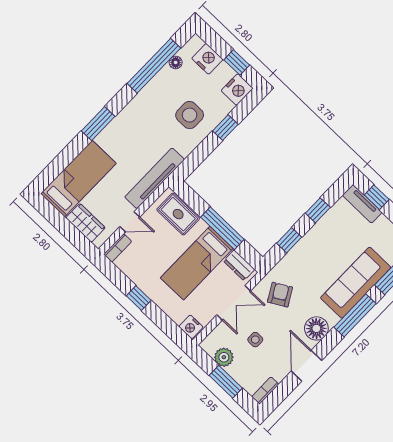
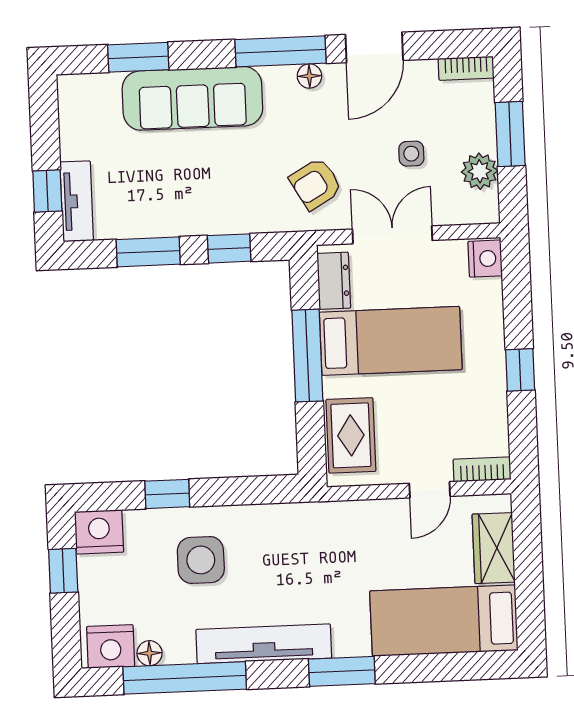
nightstand: (207, 59) -> (111, 646), moved, turned -90
tv unit: (155, 178) -> (264, 644), moved, turned 180
window: (318, 210) -> (148, 252), width x1.50
door: (130, 222) -> (430, 490), swing flipped
window: (355, 315) -> (280, 51), moved
floor lamp: (316, 328) -> (309, 76), width x0.53, depth x0.53

